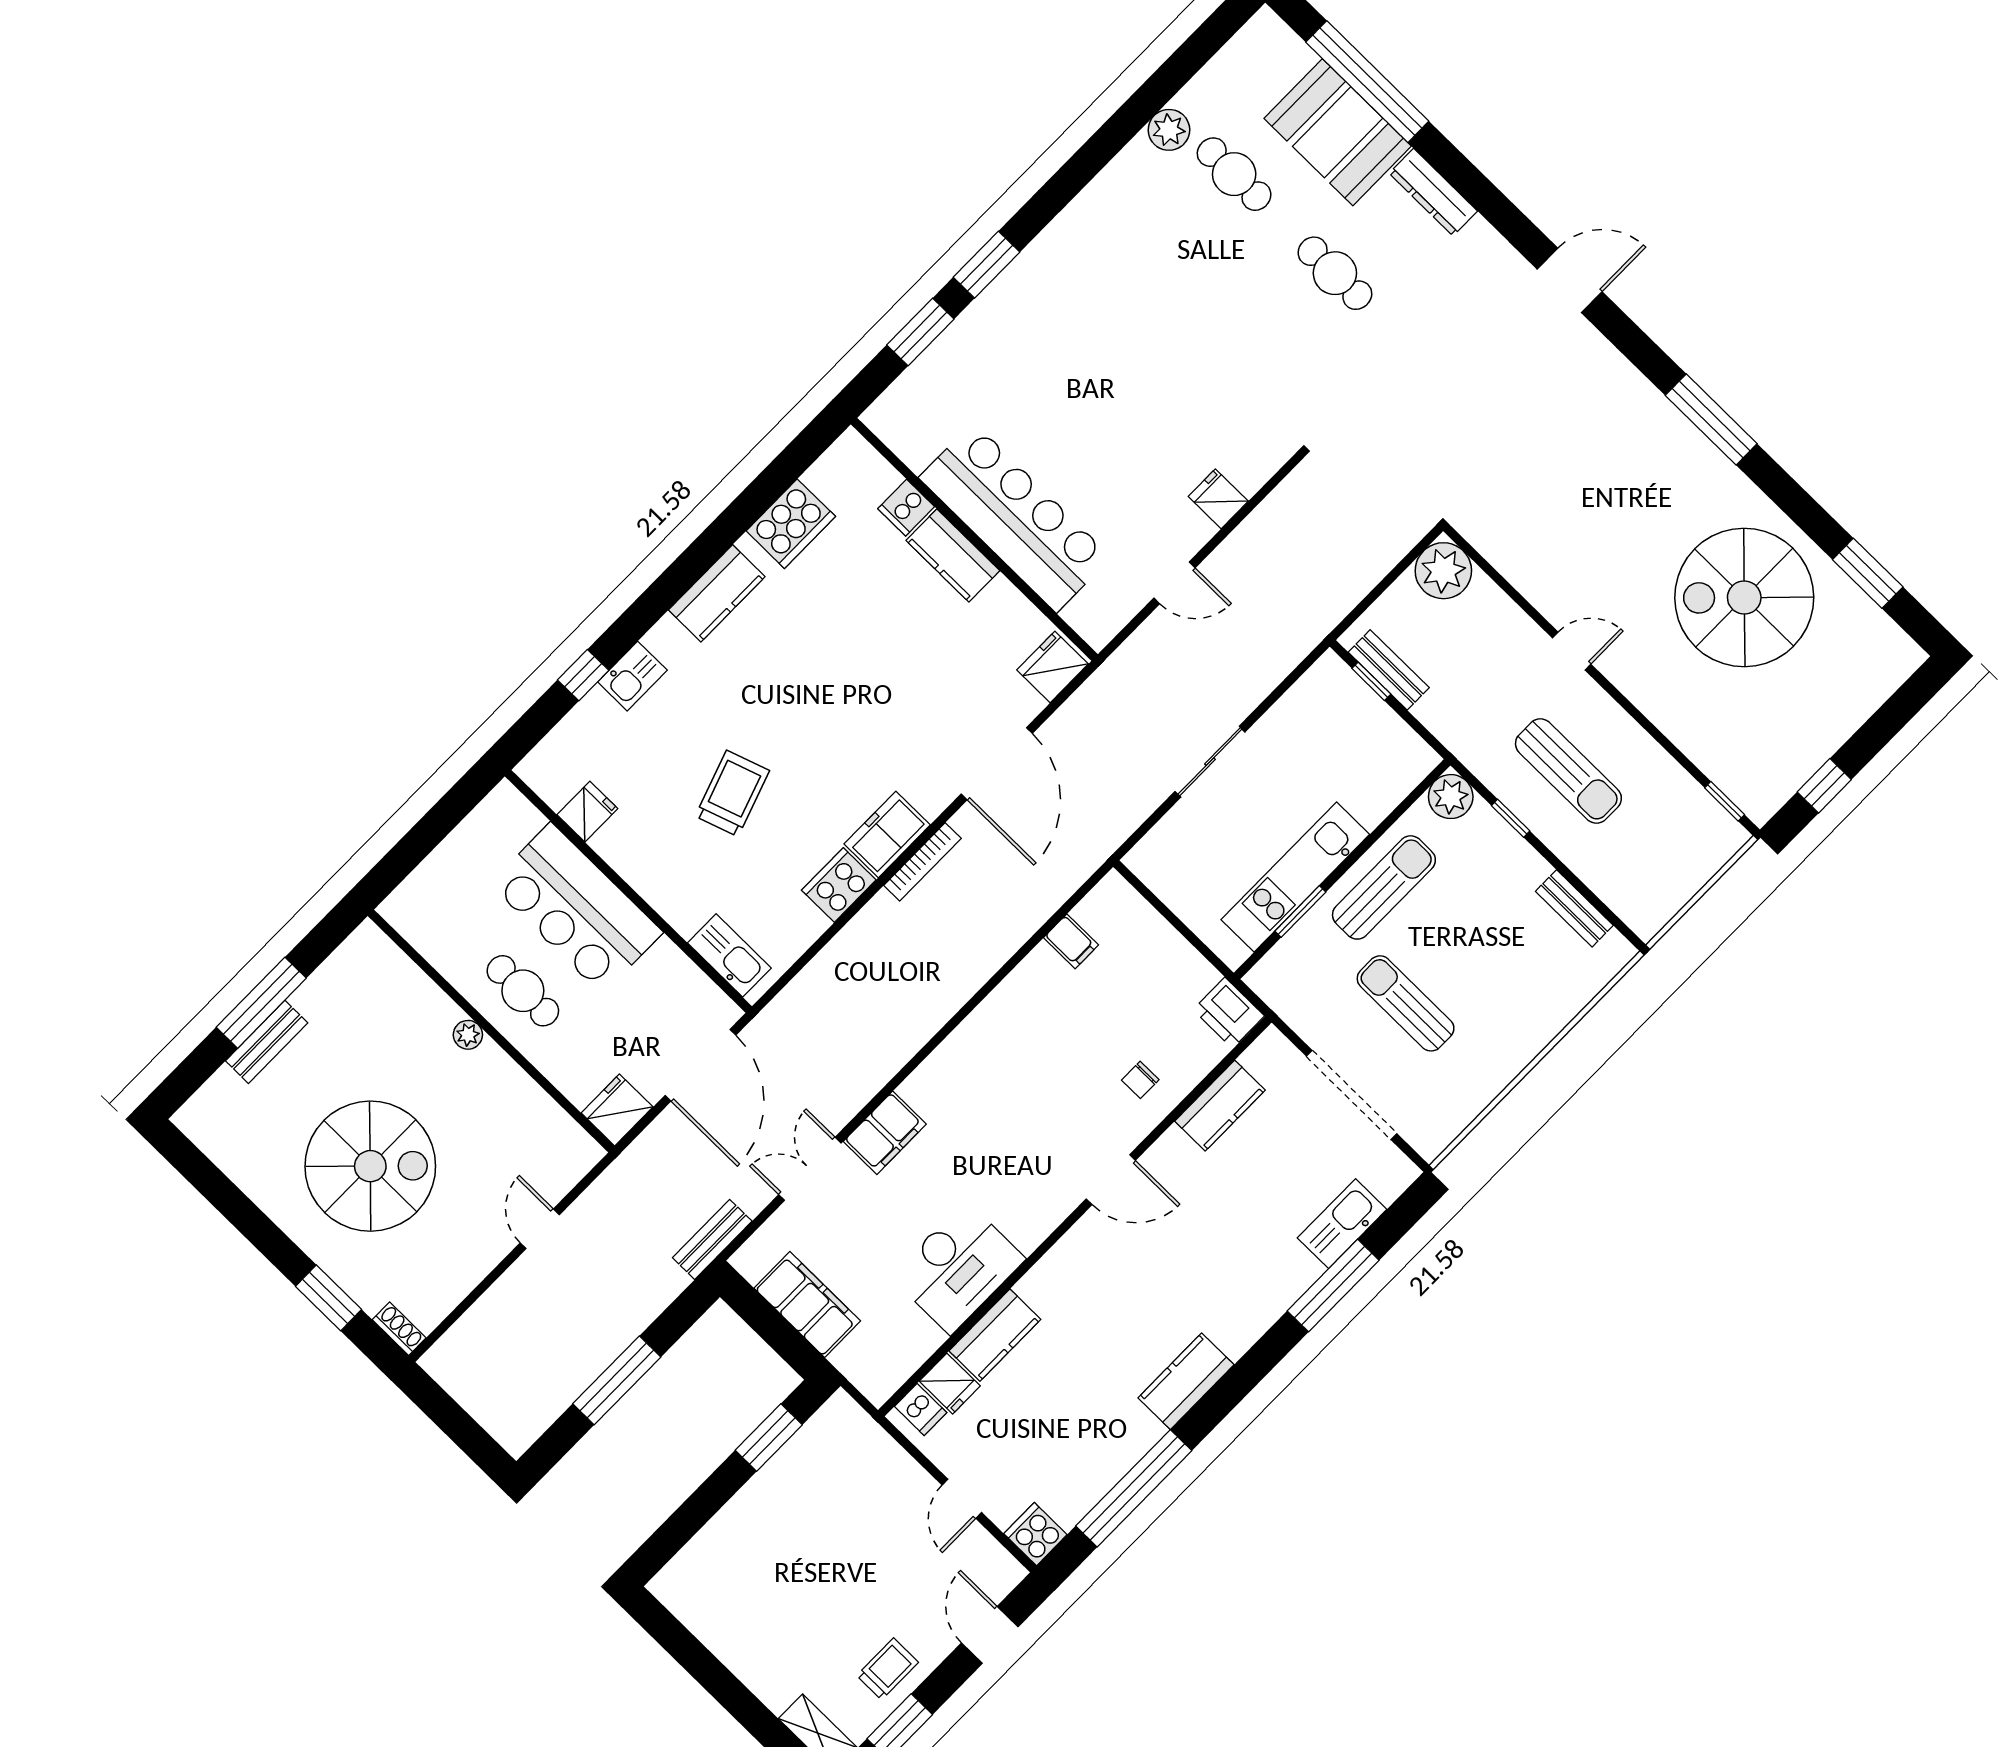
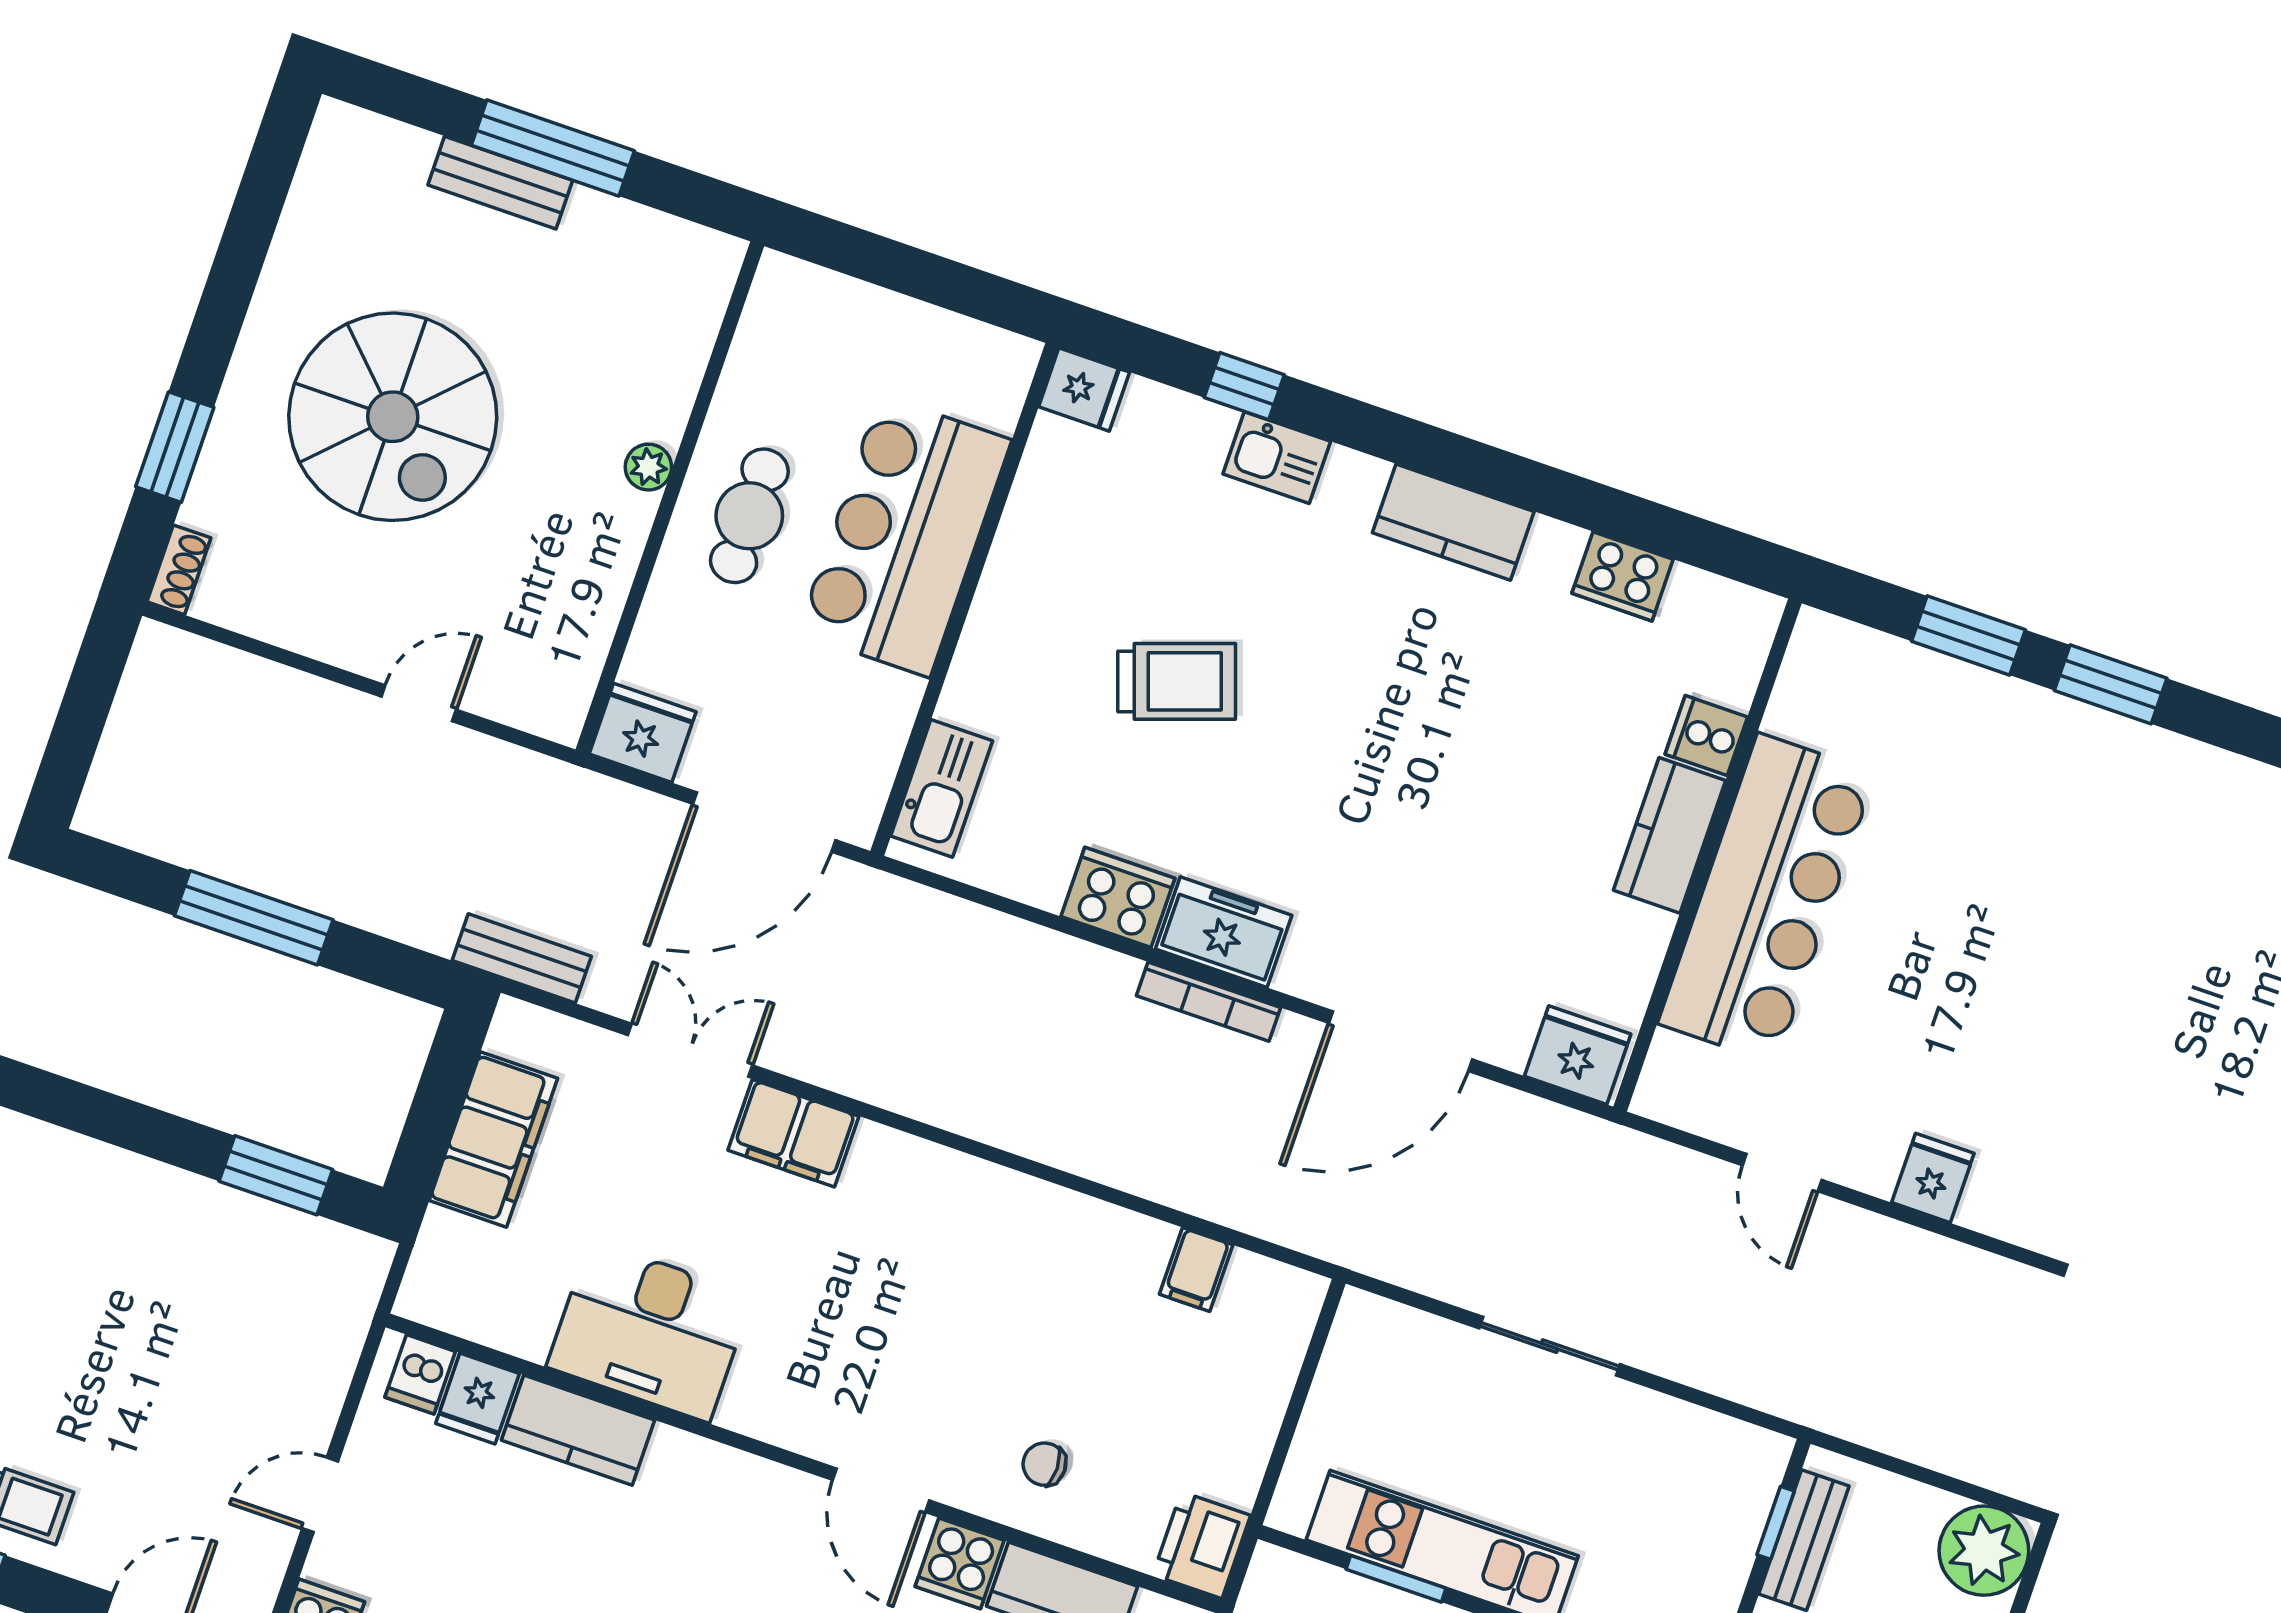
cooker: (791, 524) -> (1623, 576), width x0.73, depth x0.76
fridge: (587, 812) -> (1084, 389), moved
cooker: (1174, 1155) -> (960, 1563), added

